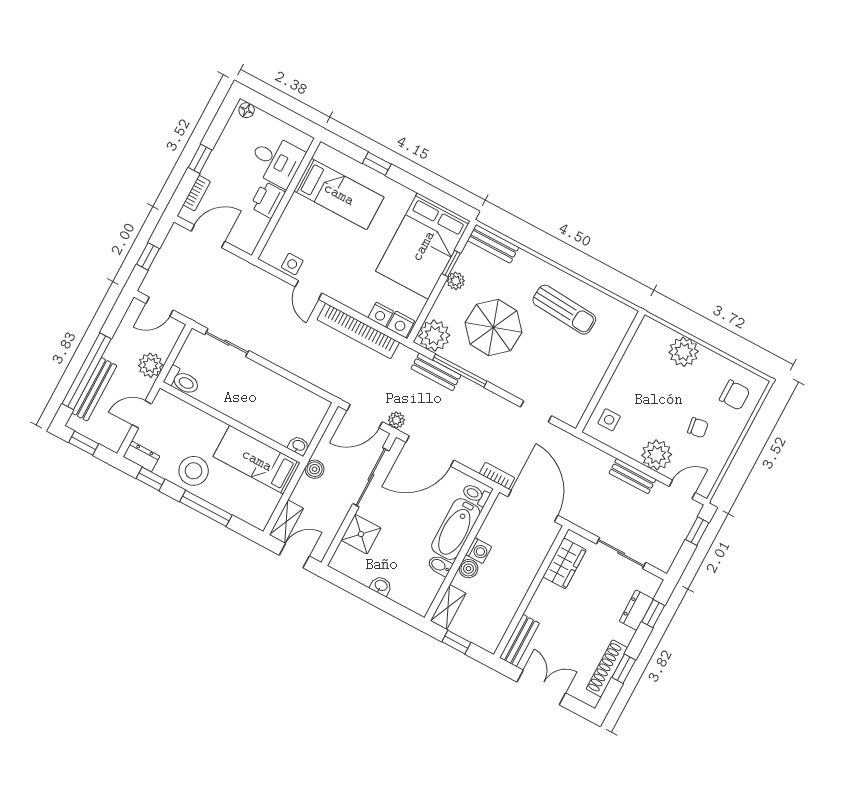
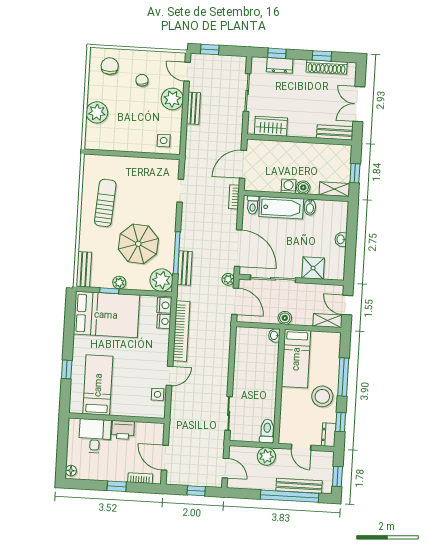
door: (533, 506) -> (243, 164), width x0.73

